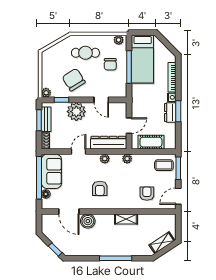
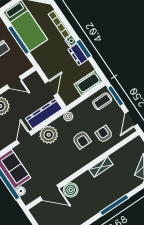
cot: (151, 142) -> (88, 83), moved
plant: (105, 159) -> (49, 135), width x1.87, depth x1.87
armchair: (100, 188) -> (82, 140), moved

